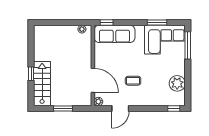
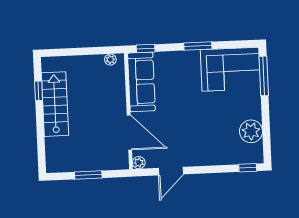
window: (157, 23) -> (198, 46), moved
sofa: (114, 34) -> (141, 82), moved, turned -90
window: (31, 74) -> (39, 91), moved
coffee table: (133, 81) -> (187, 130), removed
stairs: (42, 84) -> (55, 104), moved

